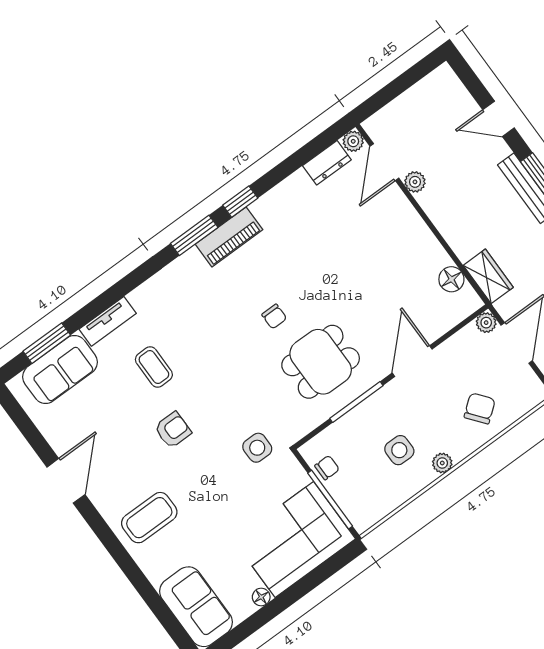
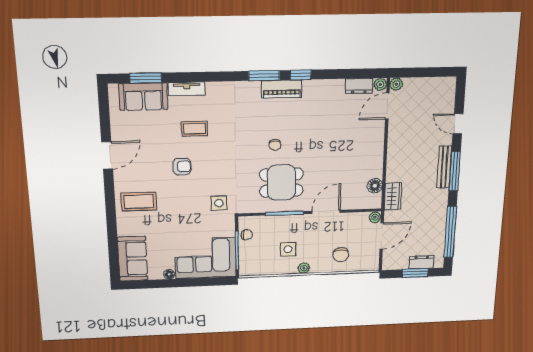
plant: (415, 182) -> (396, 84), moved
coffee table: (154, 367) -> (195, 129), turned 90
chair: (480, 408) -> (341, 255), turned 128

